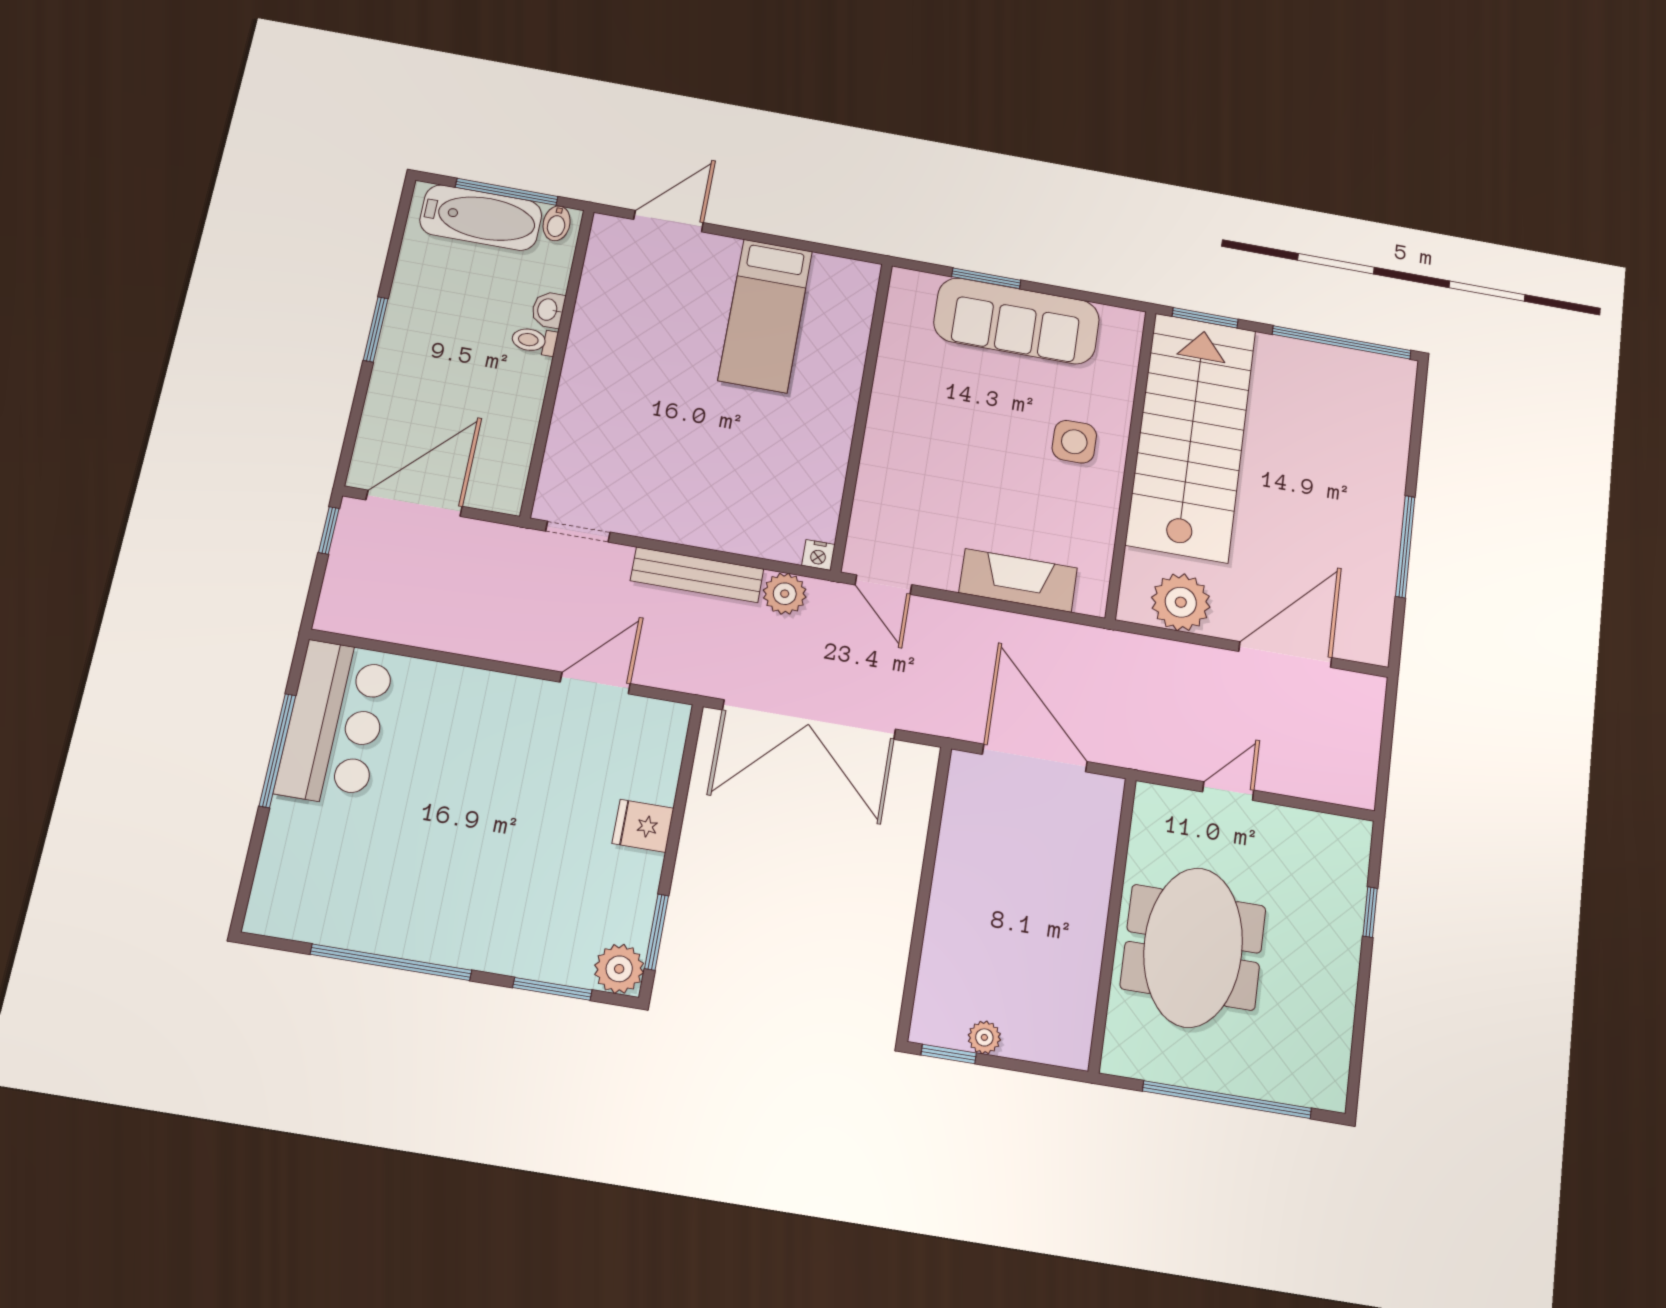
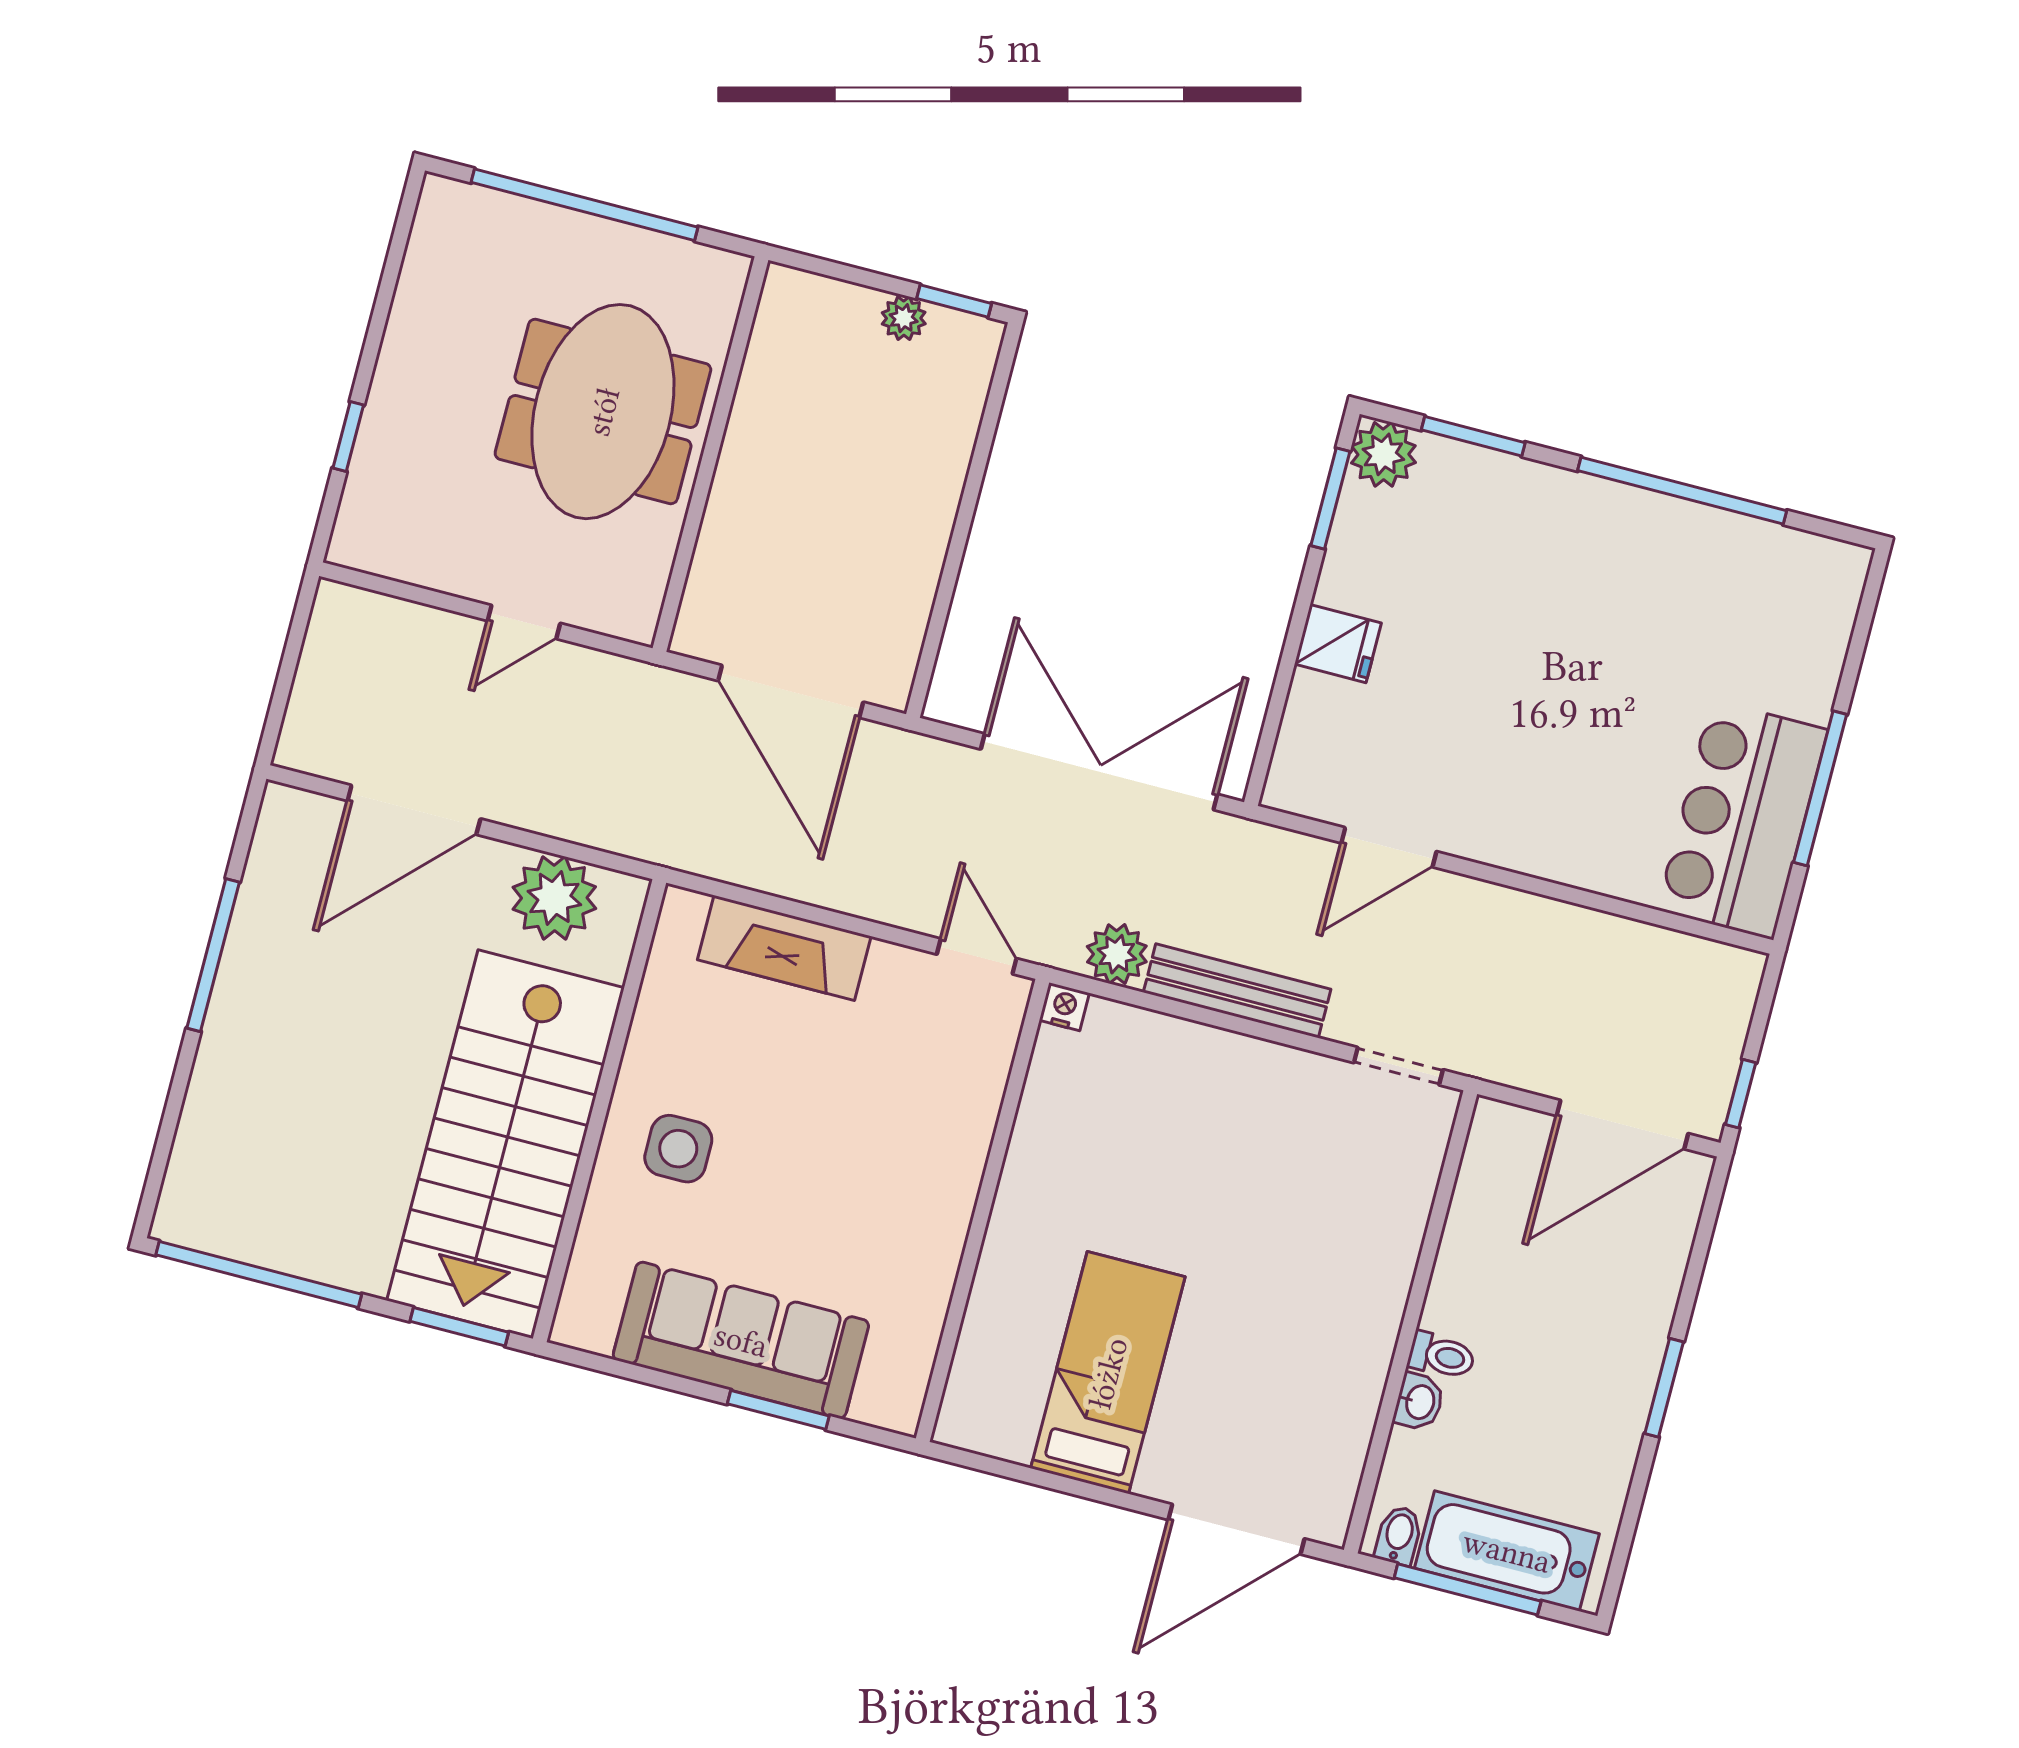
door: (669, 221) -> (1236, 1529), width x1.36

